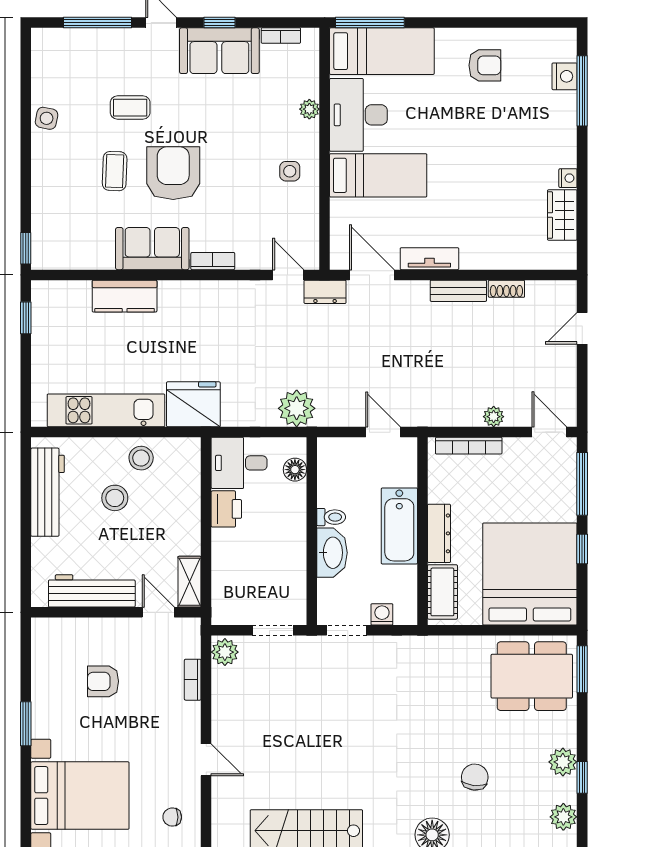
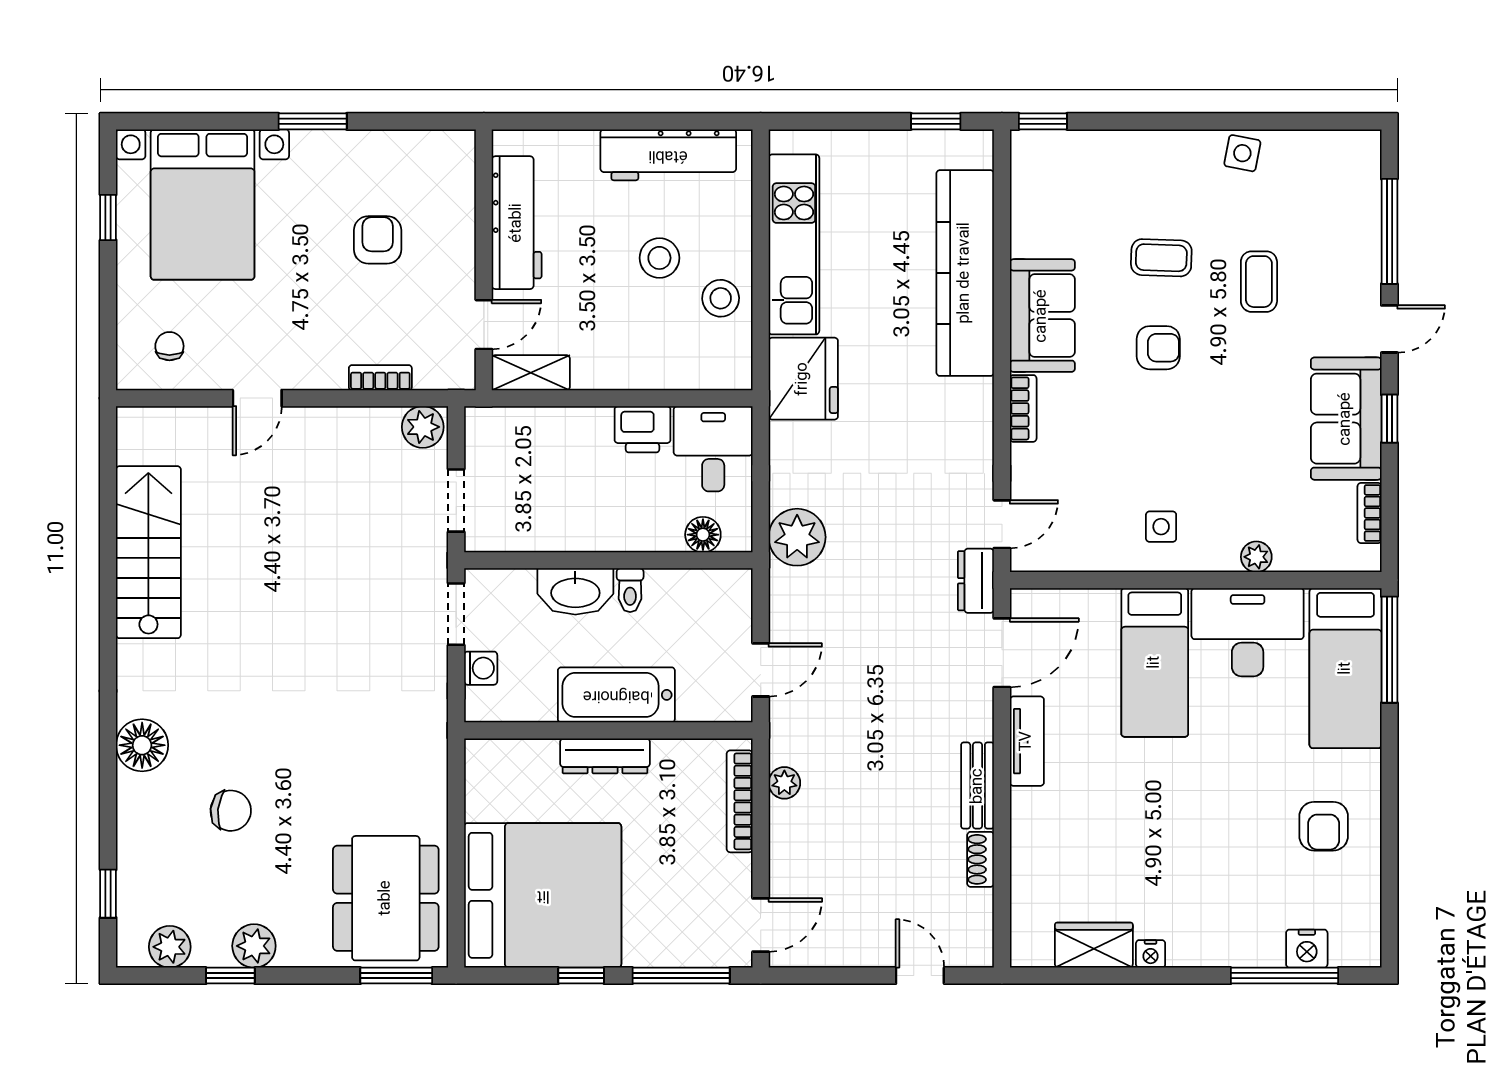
armchair: (173, 173) -> (1158, 348), width x0.53, depth x0.53
kitchen counter: (125, 296) -> (965, 273), width x2.08, depth x1.17
plant: (494, 417) -> (784, 783), moved
cot: (442, 592) -> (515, 761), removed

